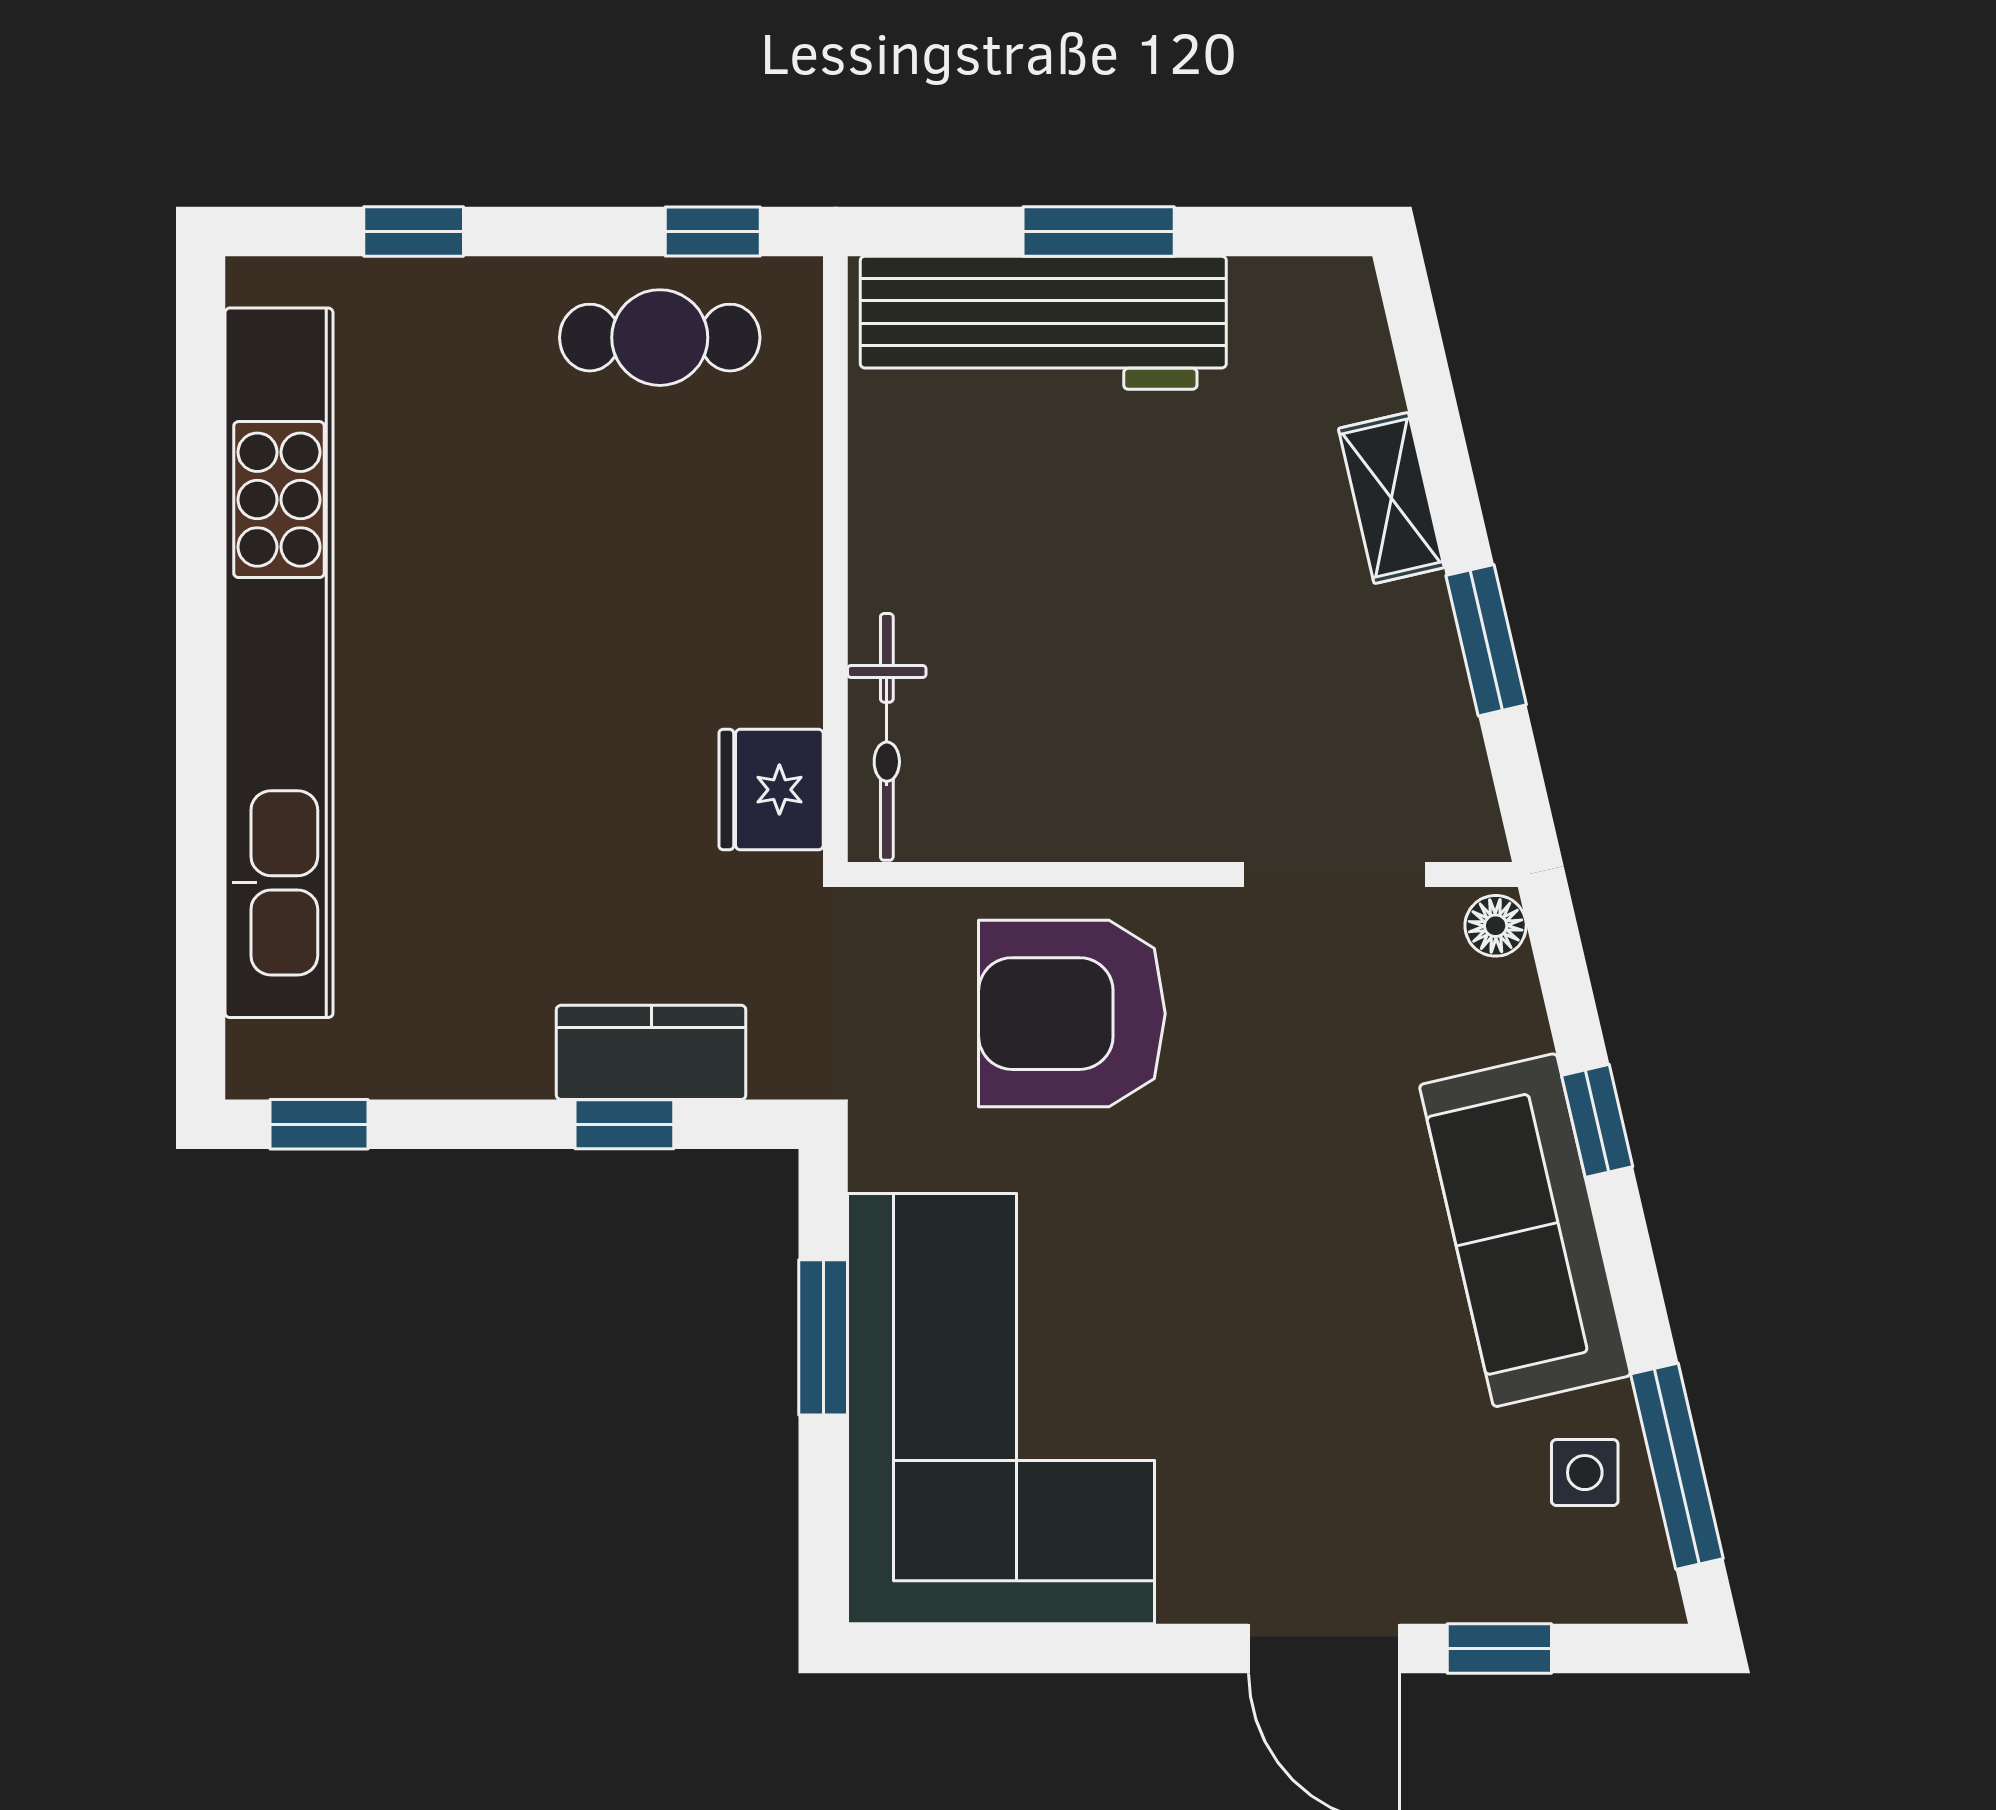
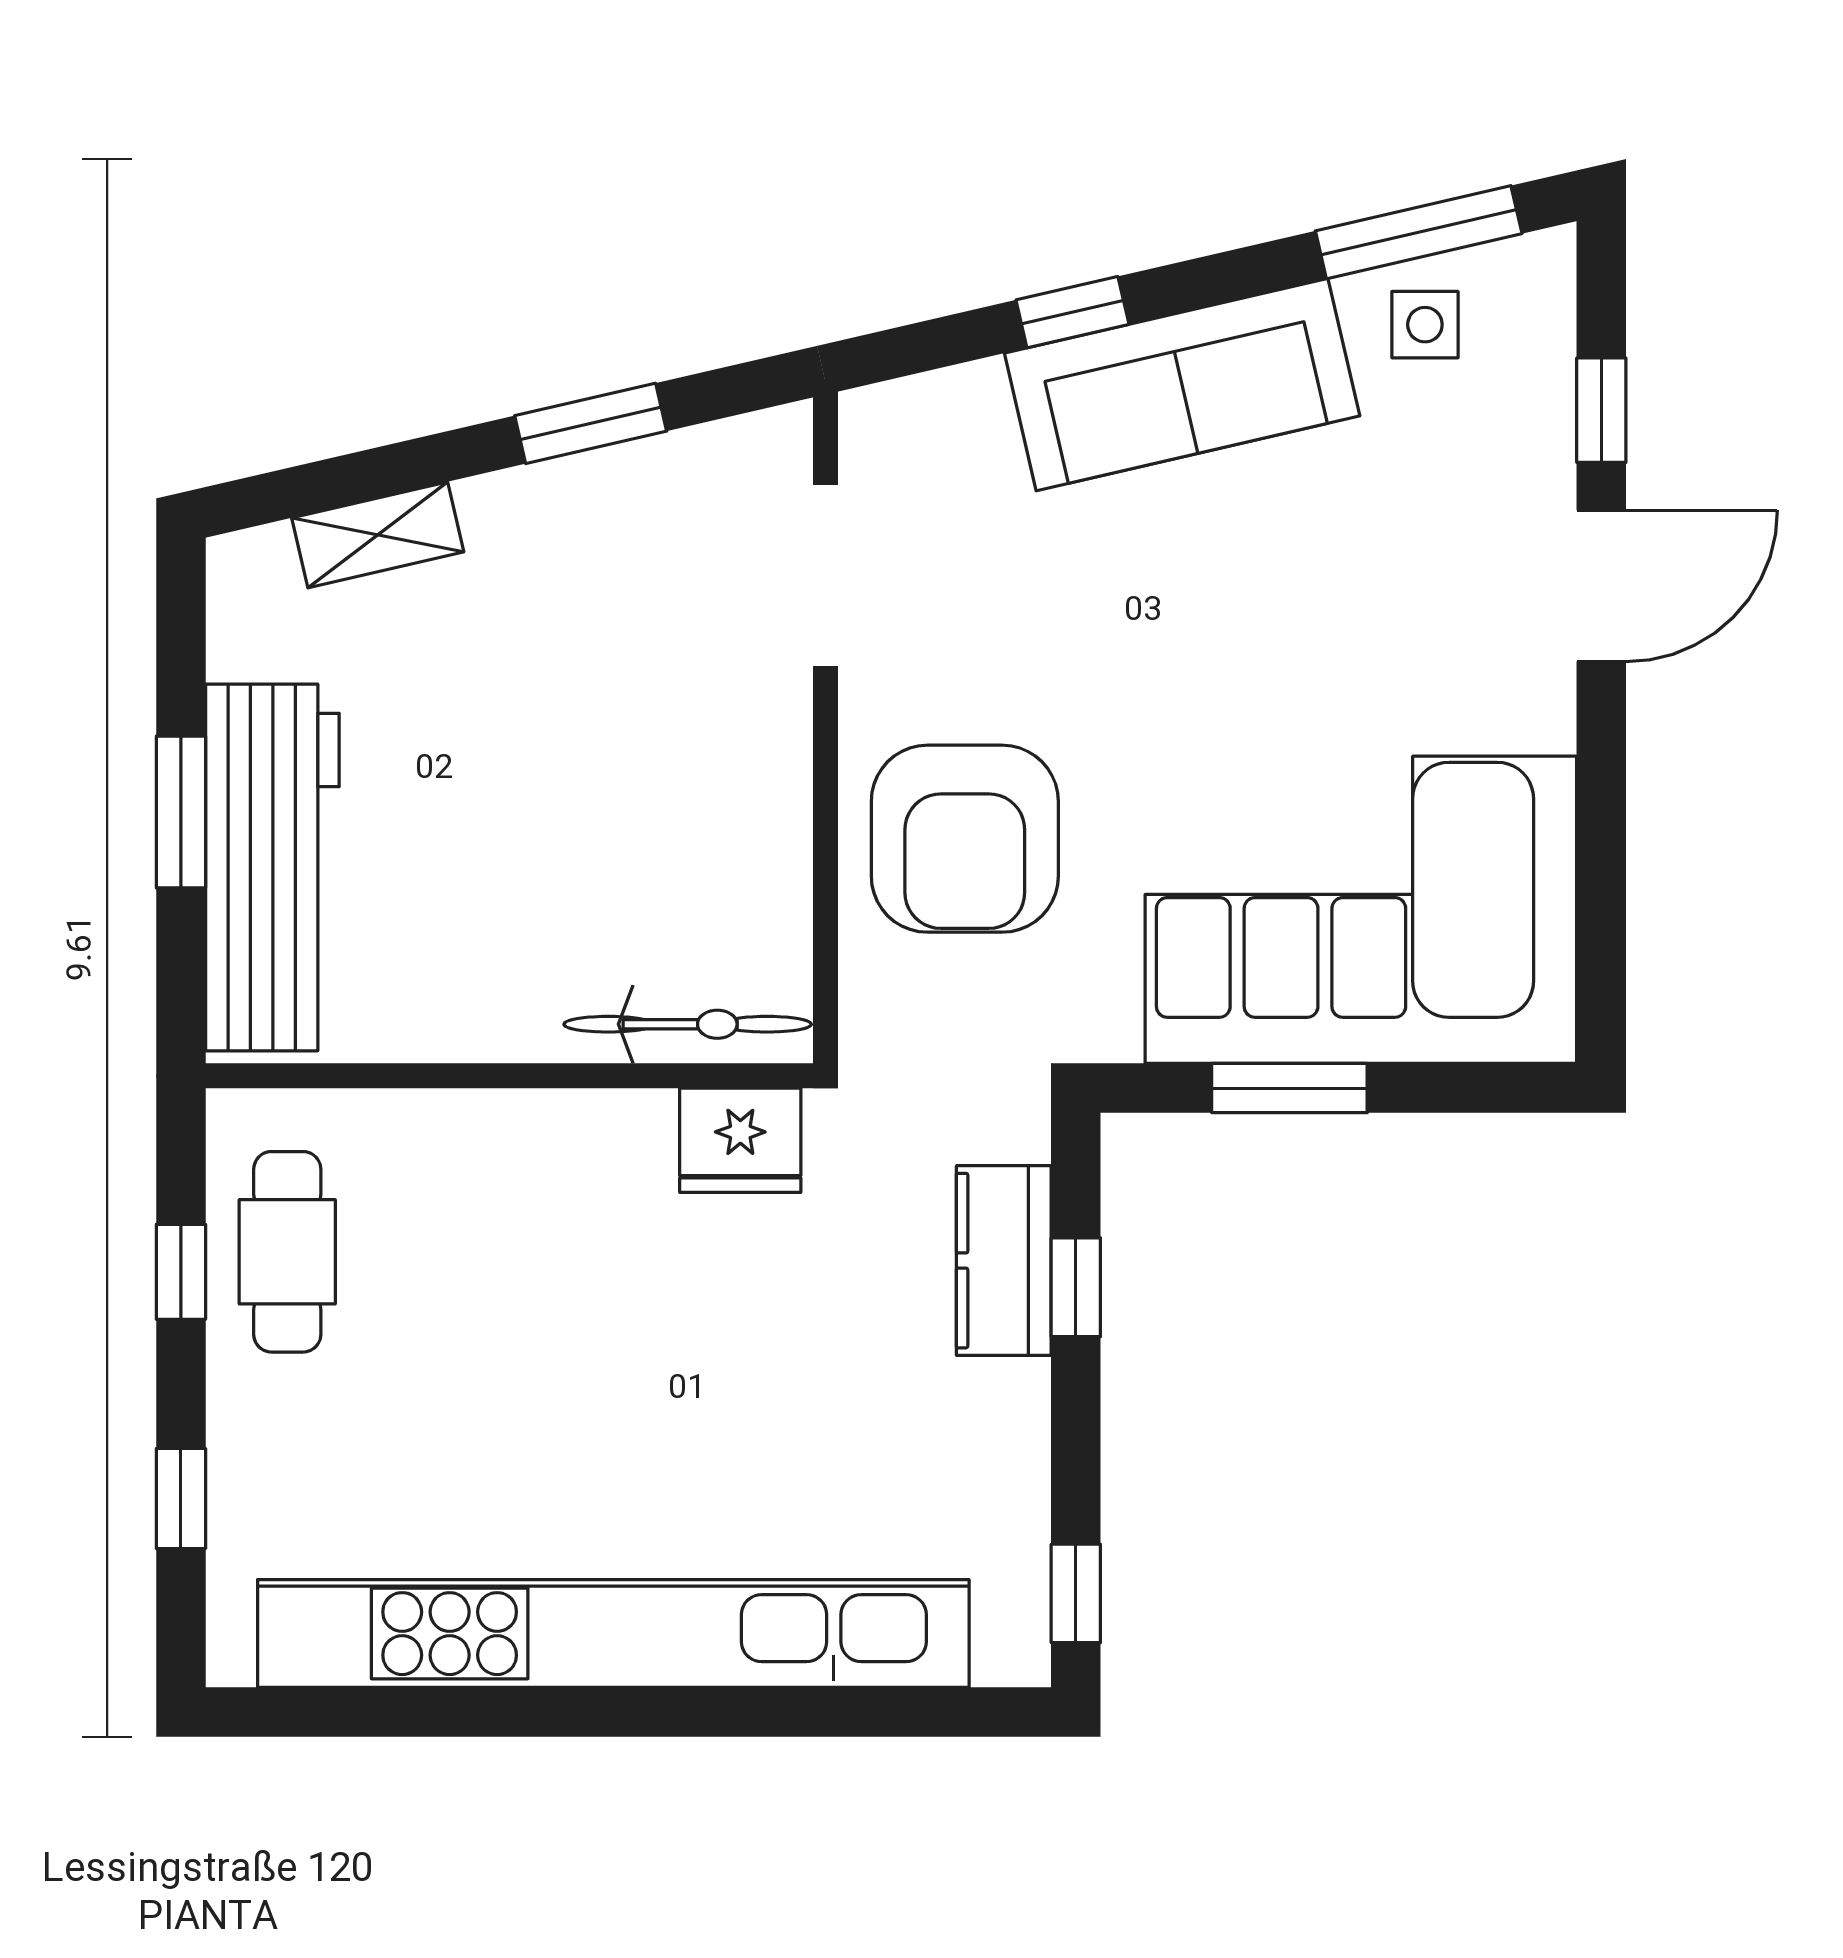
window: (713, 232) -> (181, 1272), moved
shelving: (1391, 498) -> (378, 535), moved
floor lamp: (1496, 926) -> (877, 414), removed

